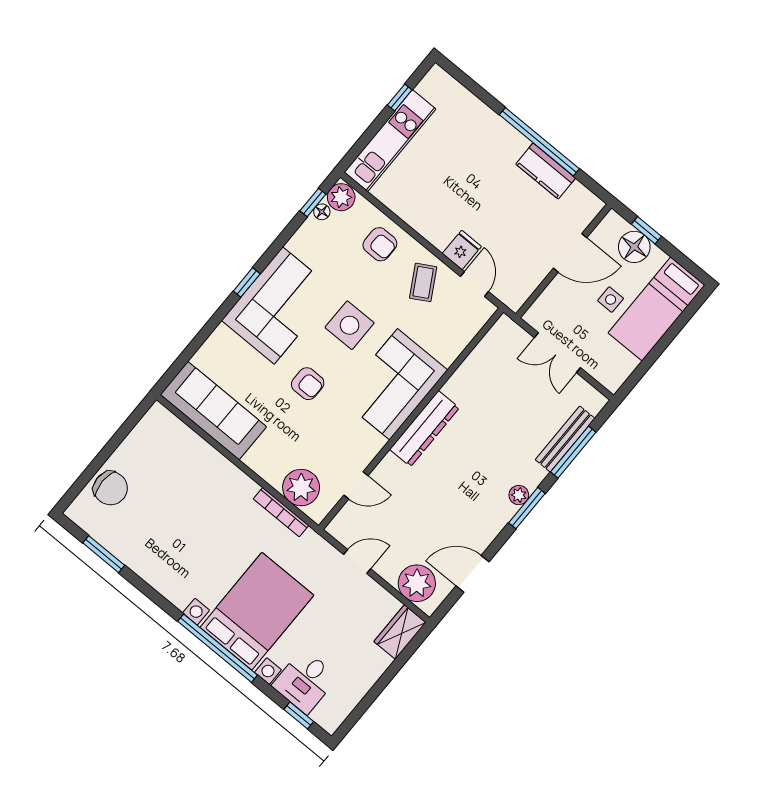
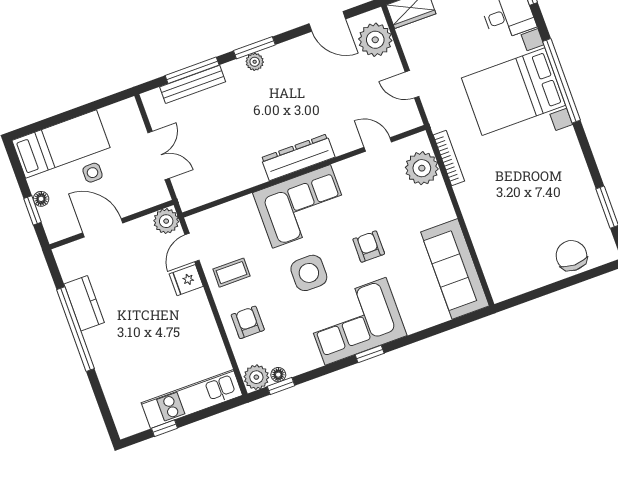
floor lamp: (634, 247) -> (41, 199), width x0.53, depth x0.53
coffee table: (423, 282) -> (231, 273), turned 30
plant: (514, 295) -> (166, 221), added

